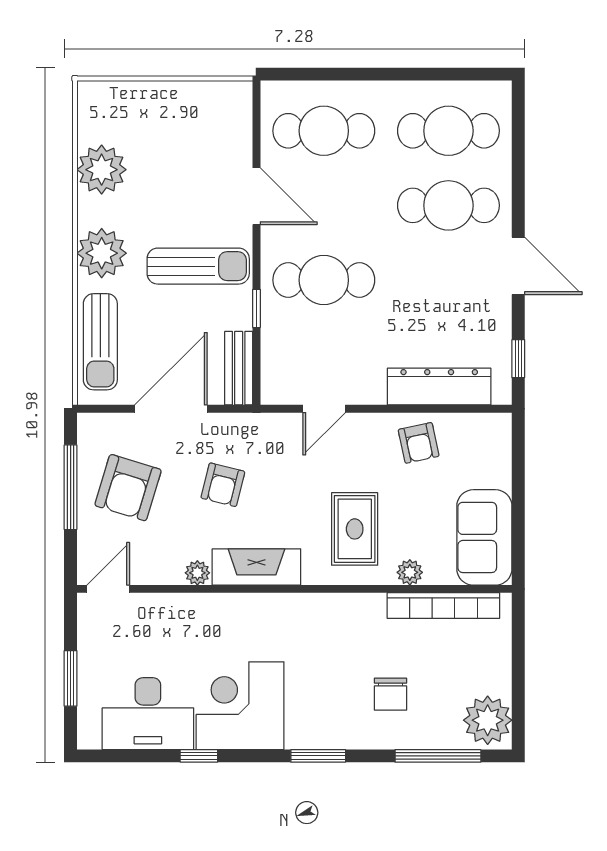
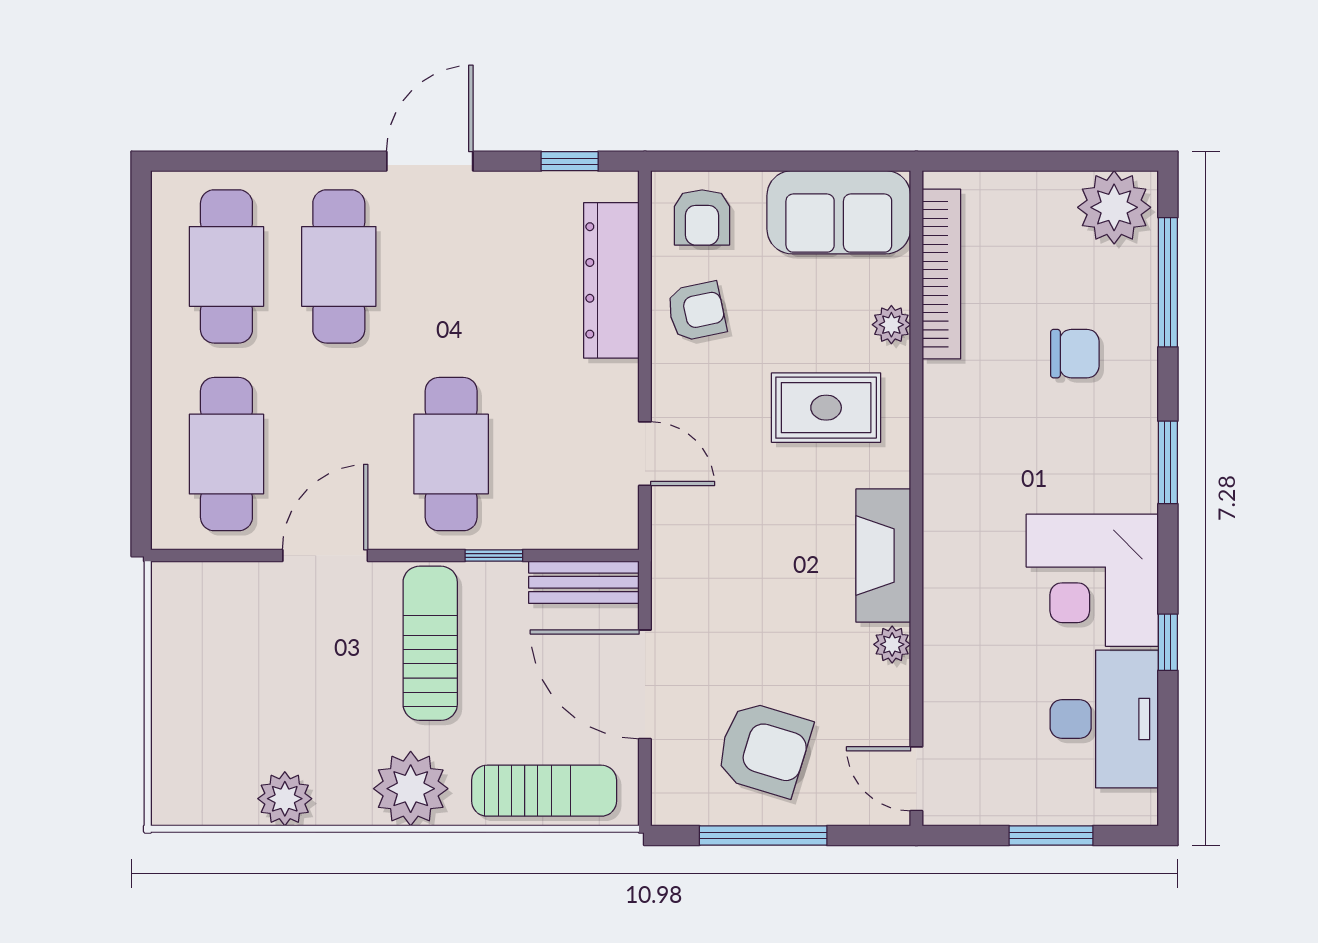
plant: (102, 170) -> (285, 799), width x0.73, depth x0.73
armchair: (223, 485) -> (702, 218), moved, turned 76

